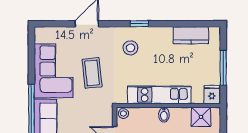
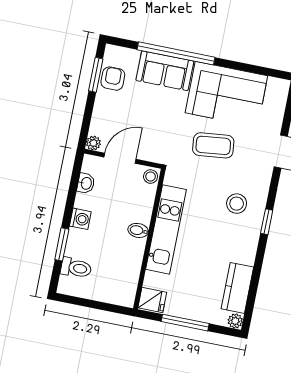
plant: (215, 32) -> (235, 321), added
shower: (201, 117) -> (125, 280), removed

